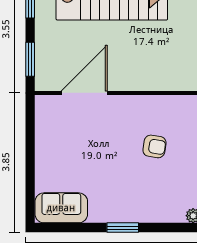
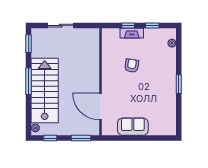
sofa: (61, 208) -> (133, 127), moved, turned 90

